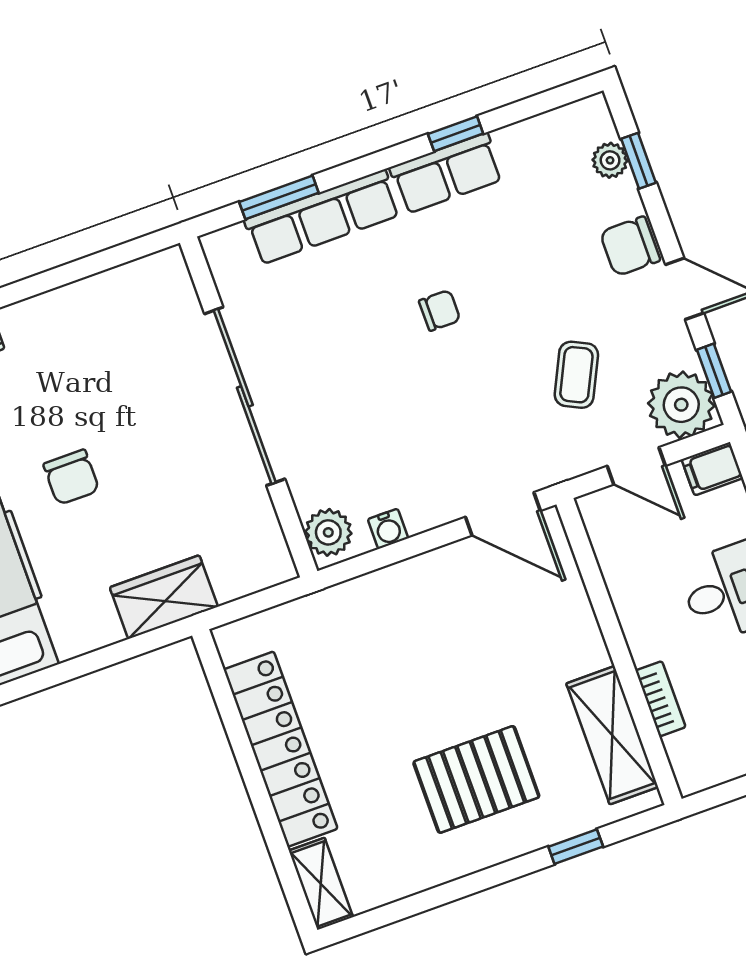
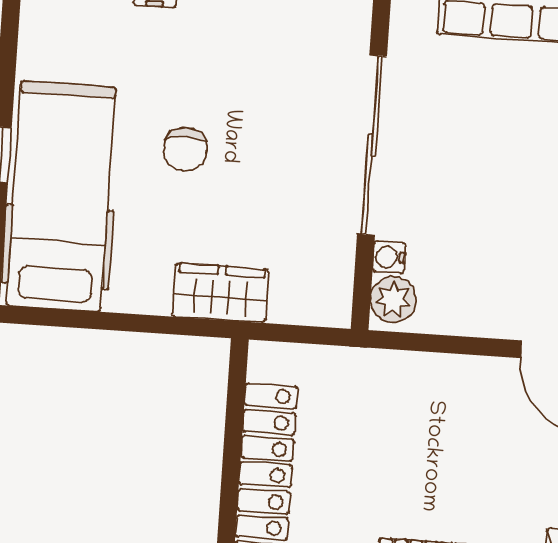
water cooler: (388, 529) -> (389, 257), moved, turned 90

